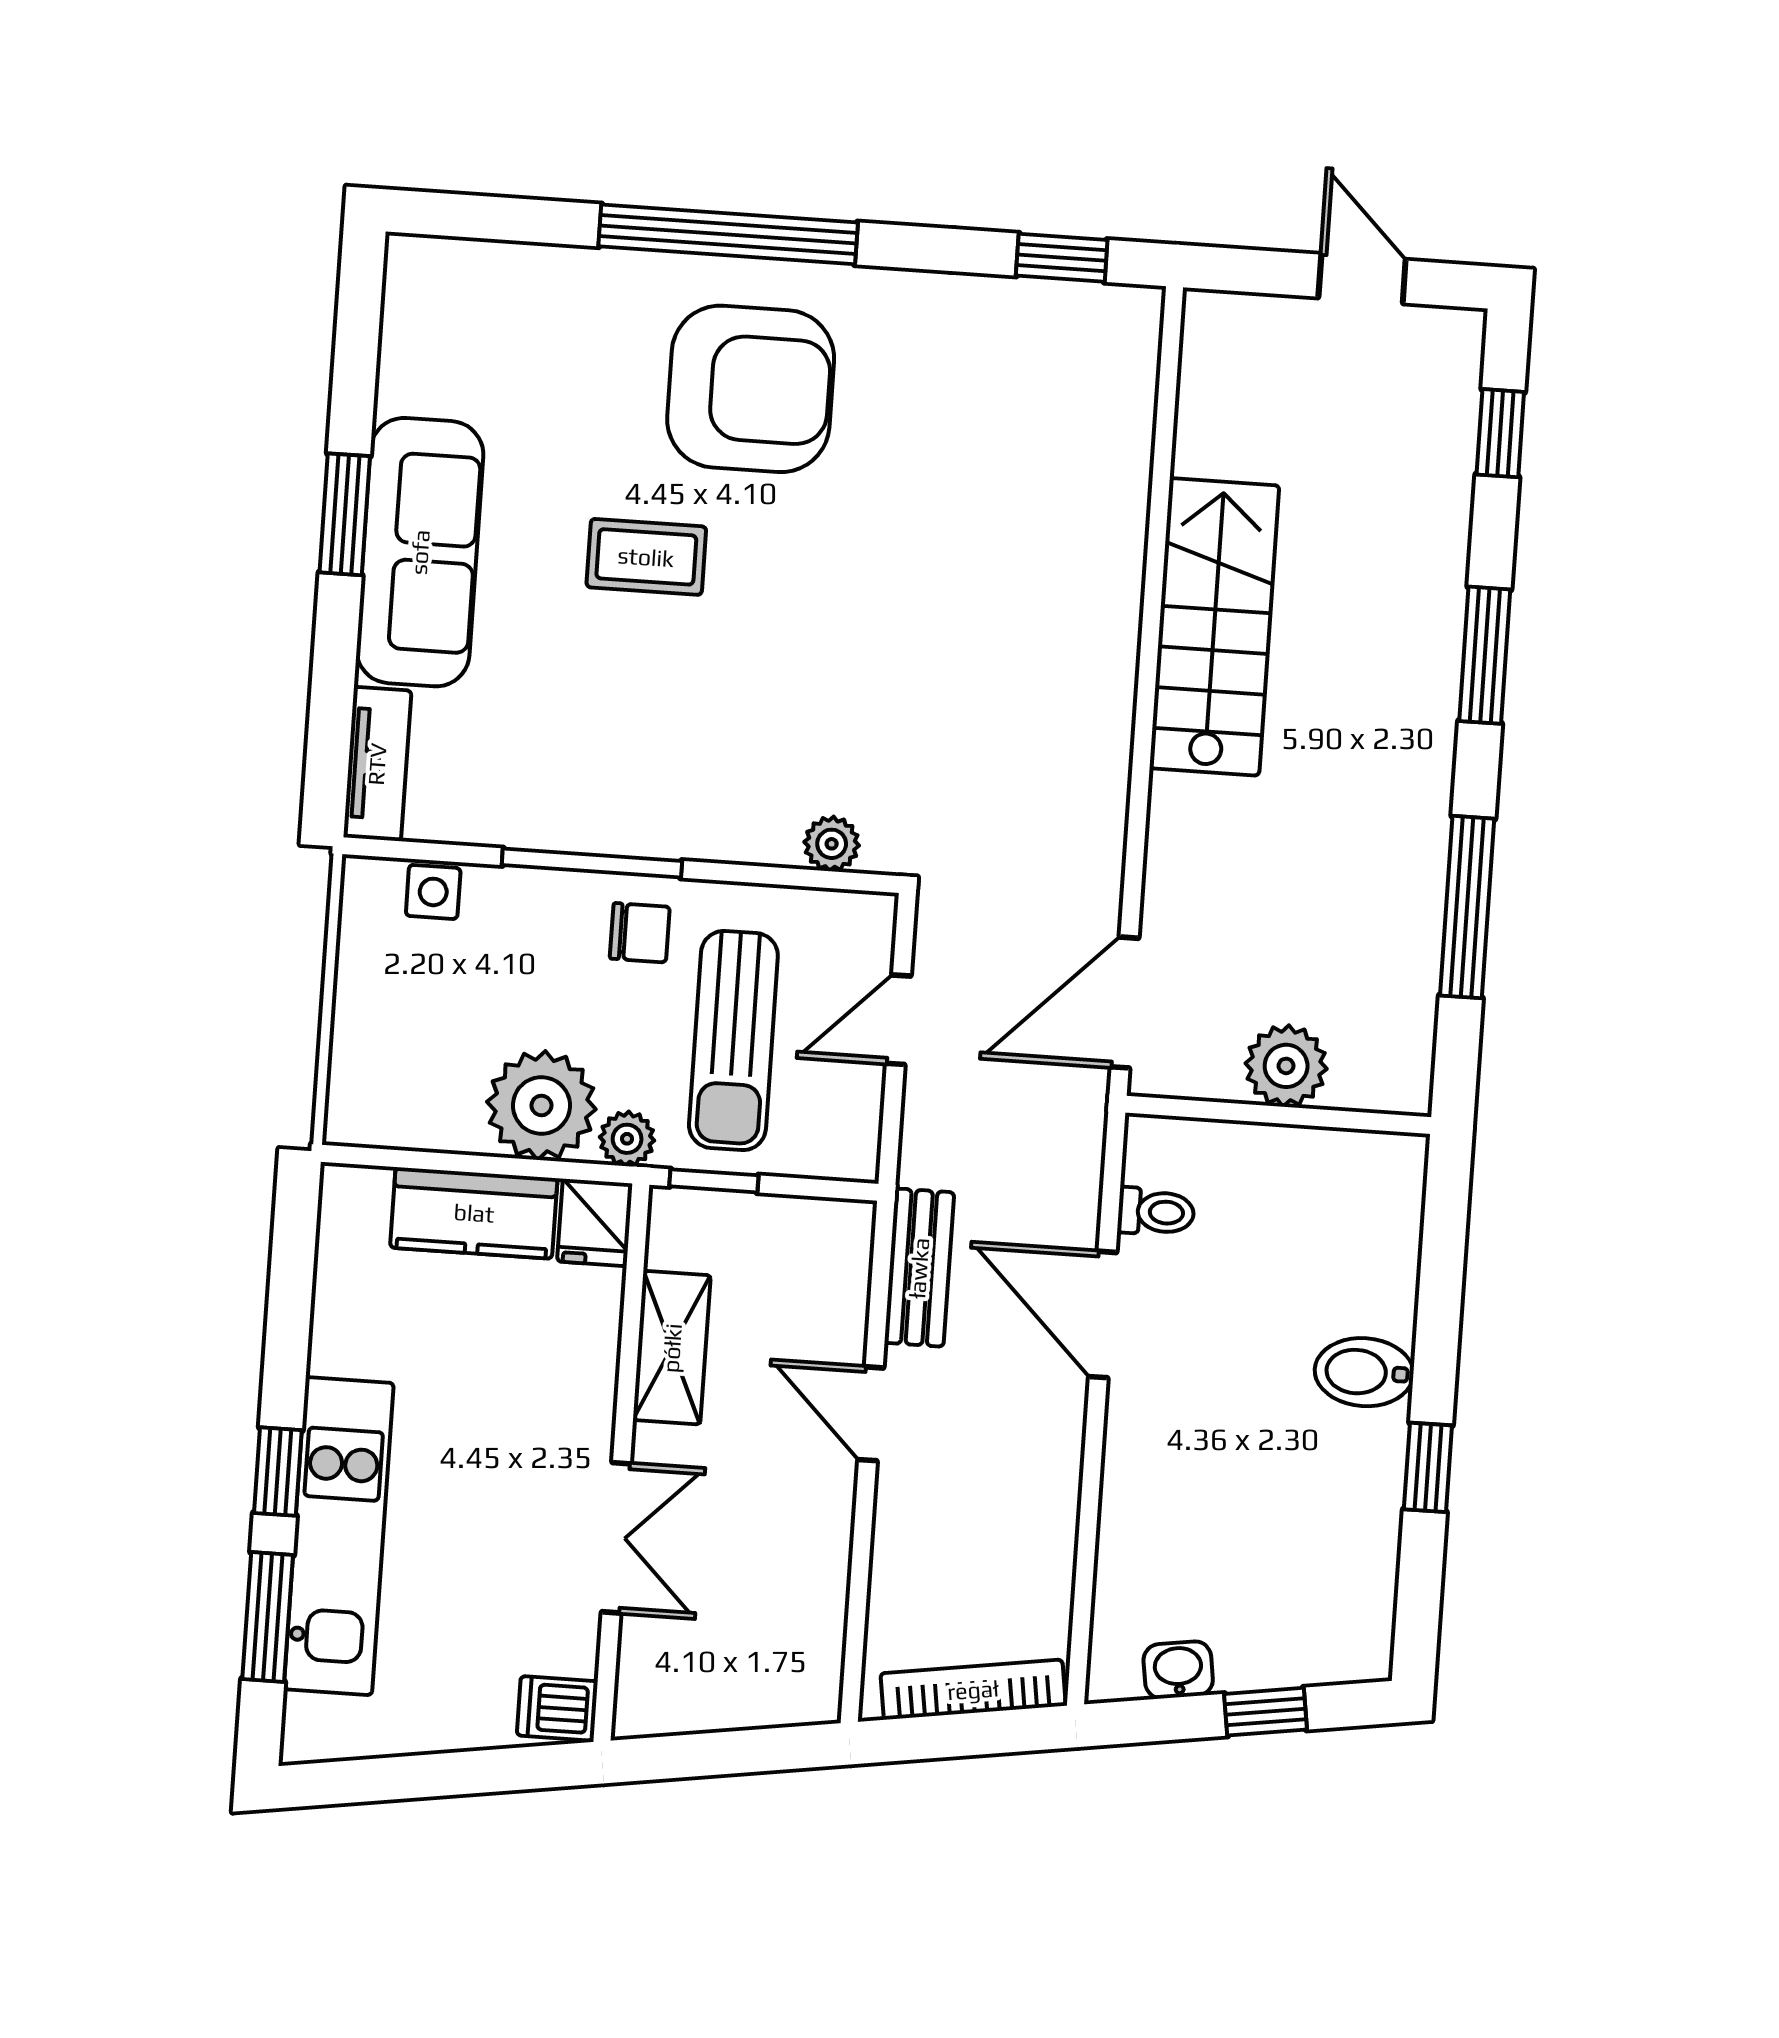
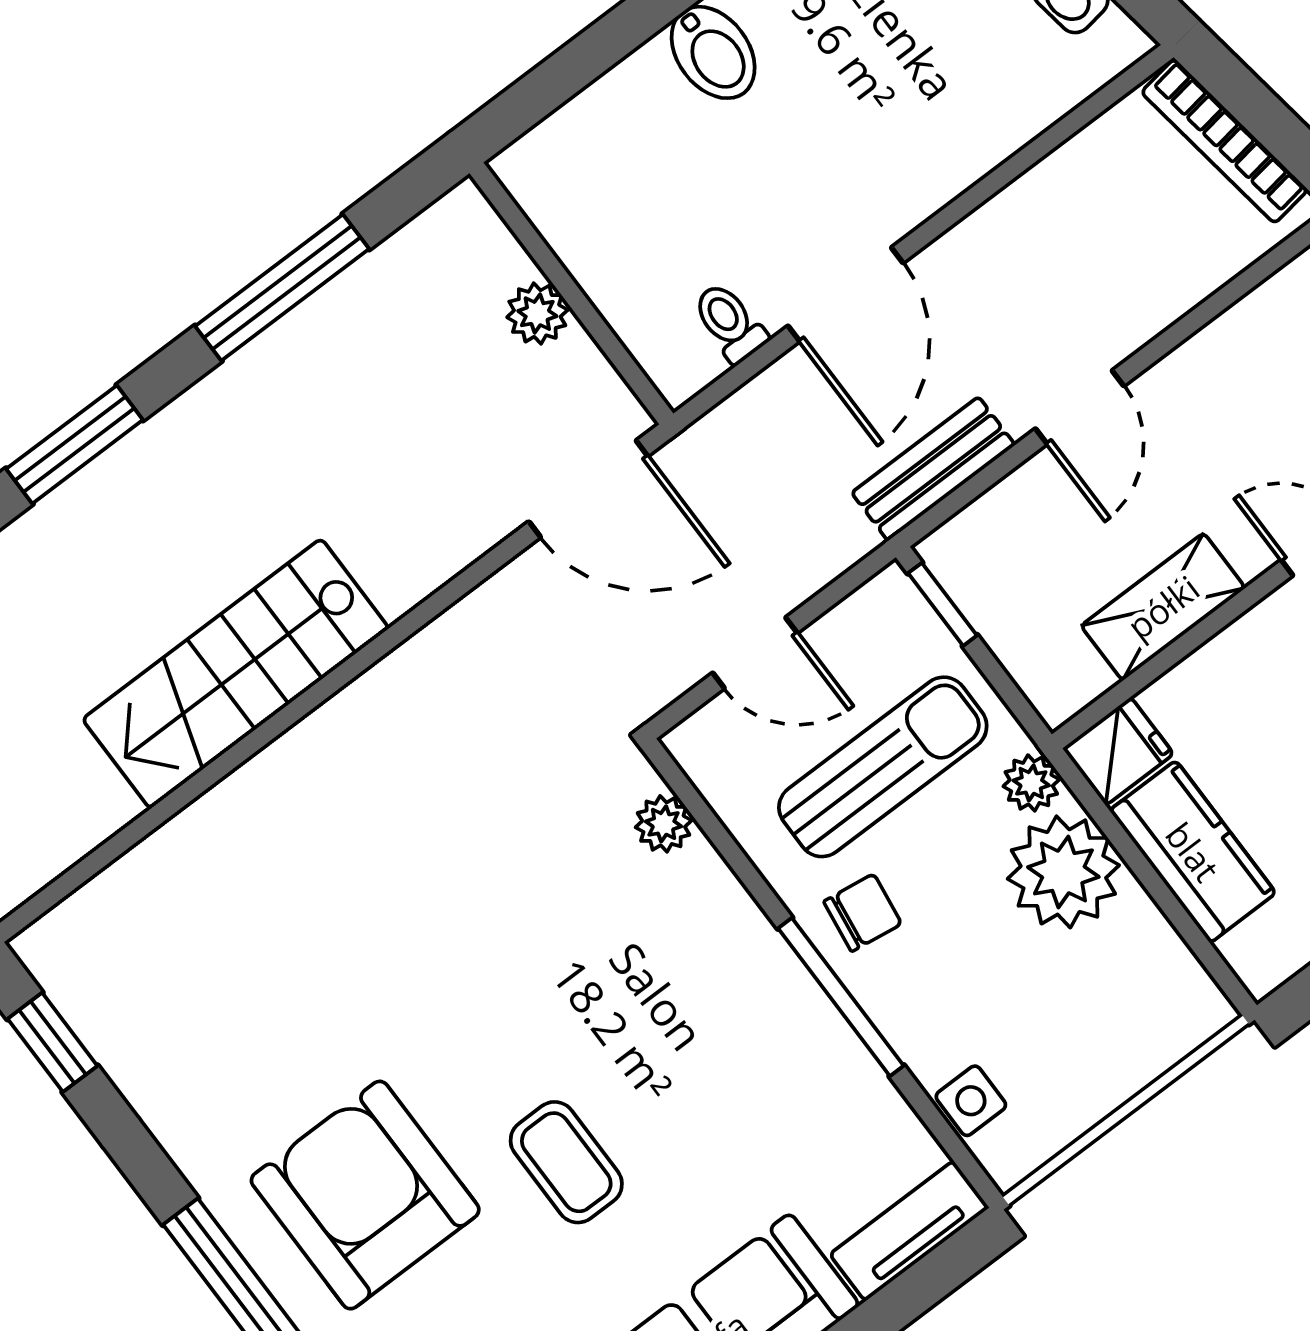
chair: (640, 933) -> (863, 913), turned 98
plant: (1286, 1066) -> (537, 314), width x0.73, depth x0.73
window: (714, 1181) -> (942, 604), moved

